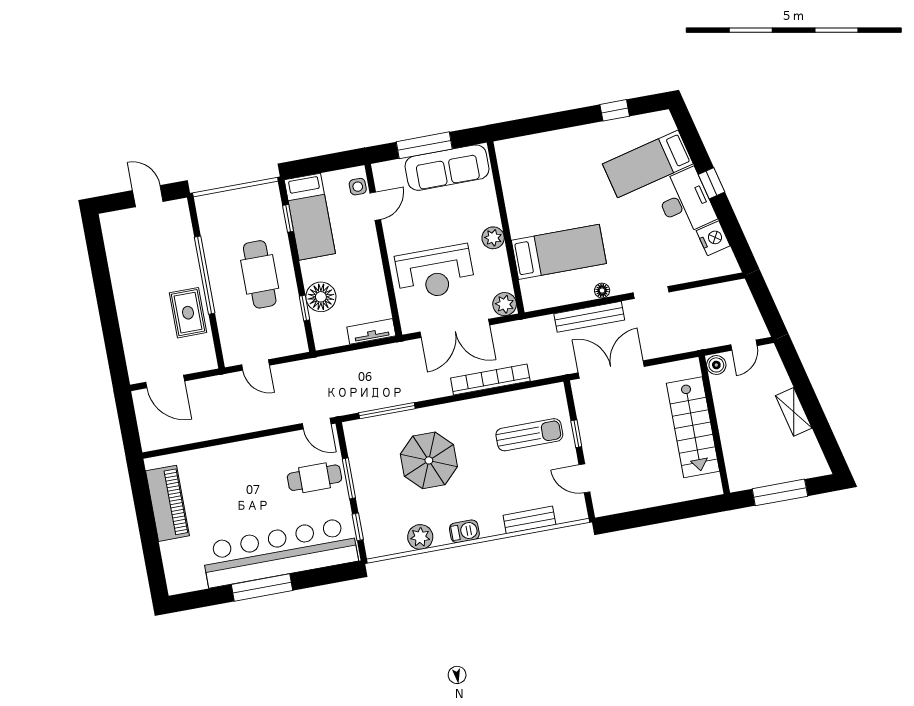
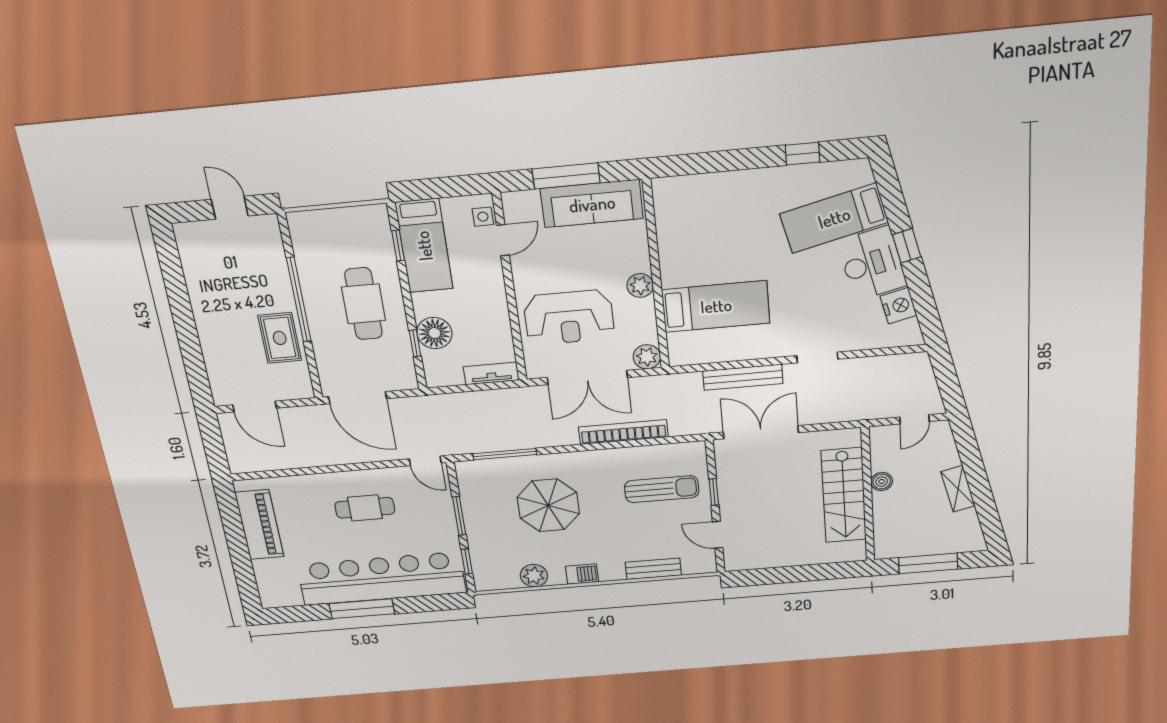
floor lamp: (602, 291) -> (761, 351), removed
door: (255, 365) -> (357, 398), width x1.87
boiler: (716, 365) -> (882, 481), moved
cafe table: (314, 478) -> (365, 508), moved

